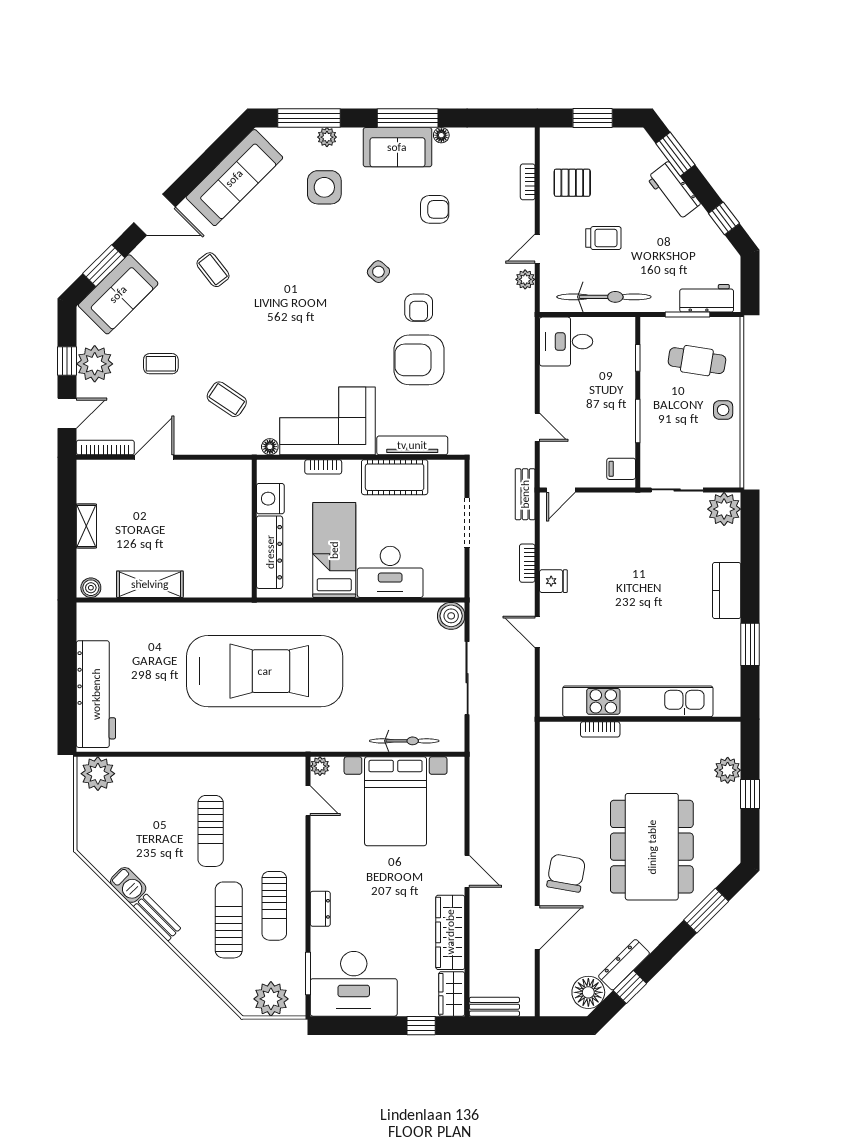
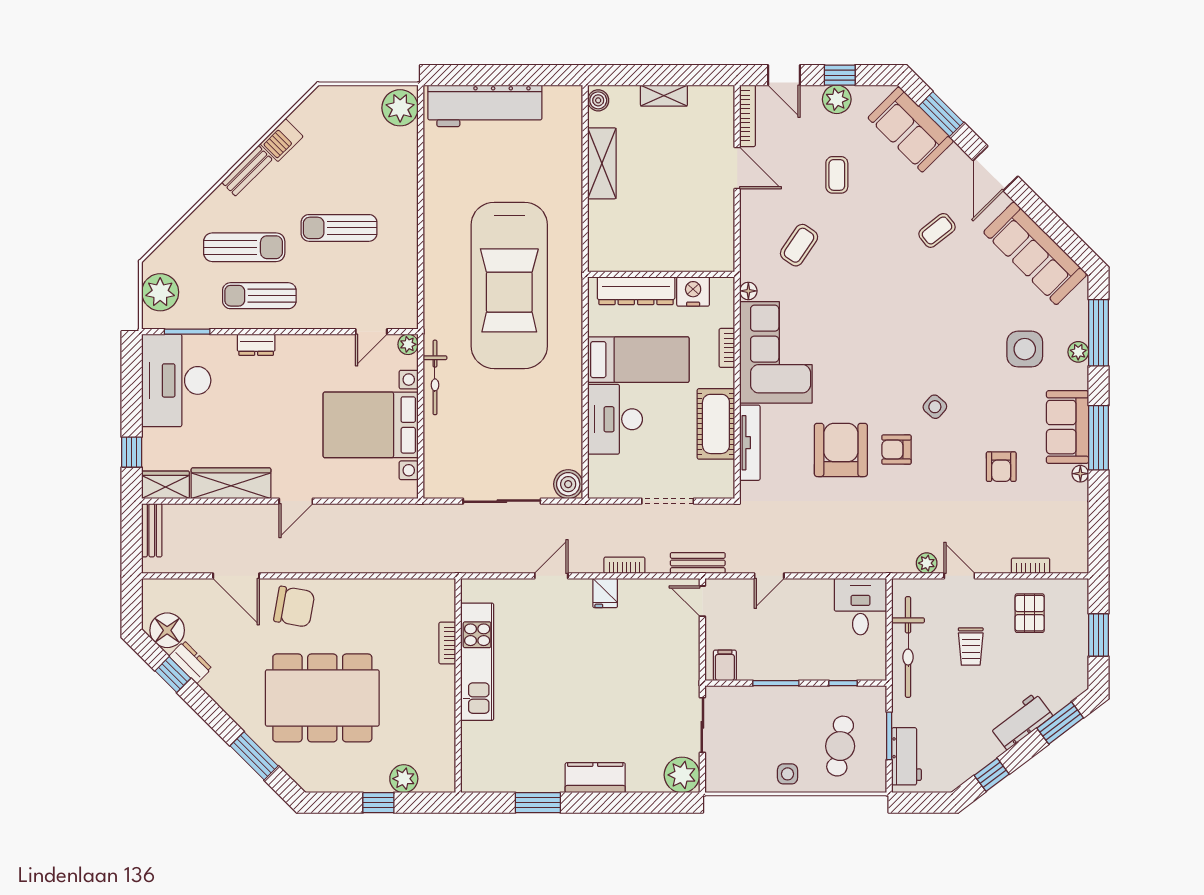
plant: (95, 364) -> (837, 99), width x0.73, depth x0.73
kitchen unit: (638, 701) -> (477, 662), width x0.73
bicycle: (404, 741) -> (435, 377), moved
dresser: (624, 965) -> (190, 662), width x0.70

